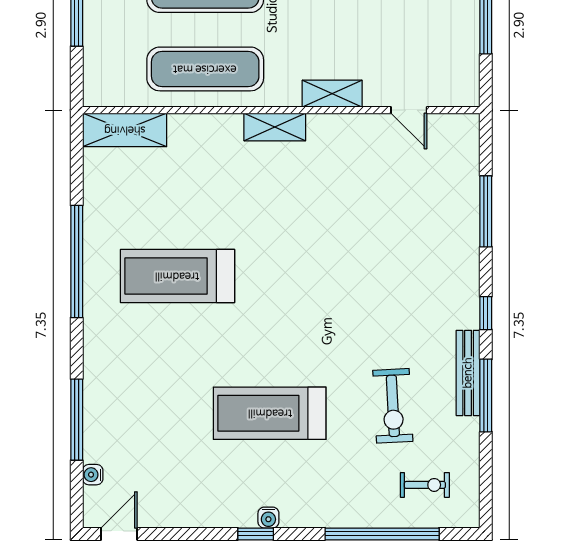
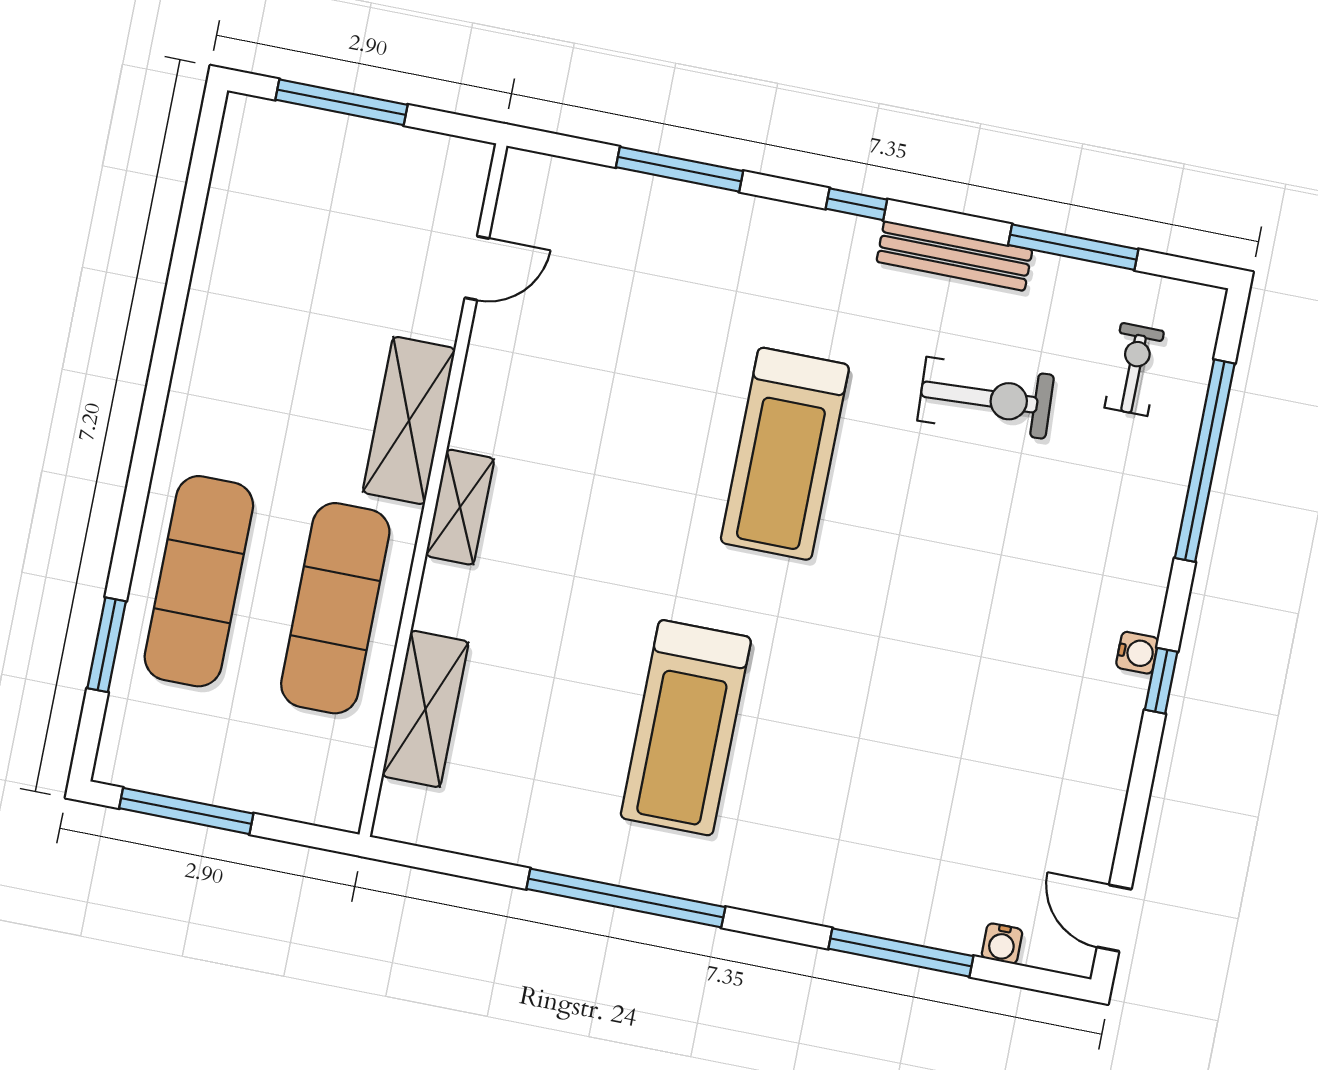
shelving: (332, 94) -> (409, 420), width x1.50, depth x1.33
shelving: (125, 130) -> (425, 709), moved
window: (486, 395) -> (1073, 247), moved
treadmill: (270, 413) -> (785, 454), moved

